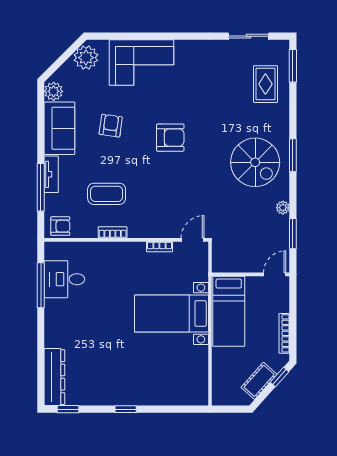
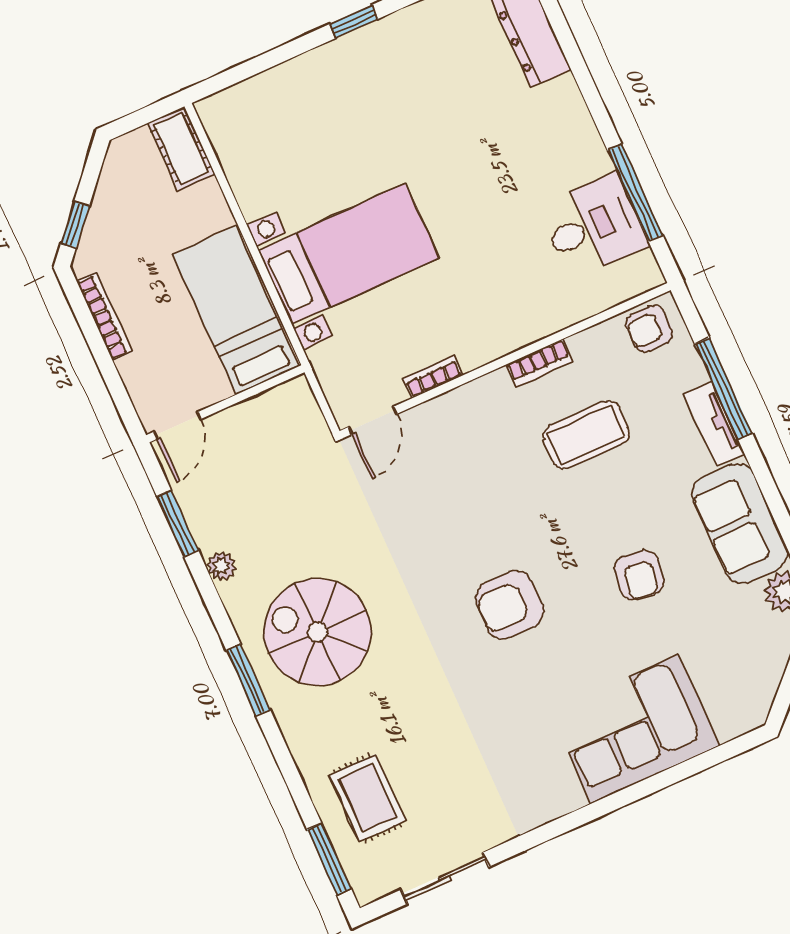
plant: (86, 58) -> (750, 689), removed
cot: (259, 381) -> (181, 149), moved, turned -42

